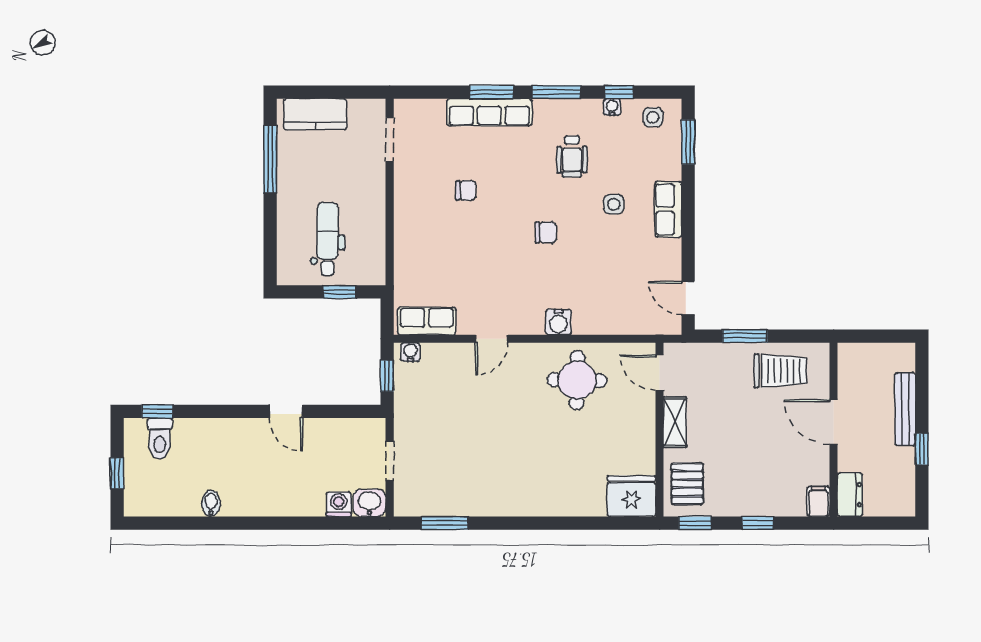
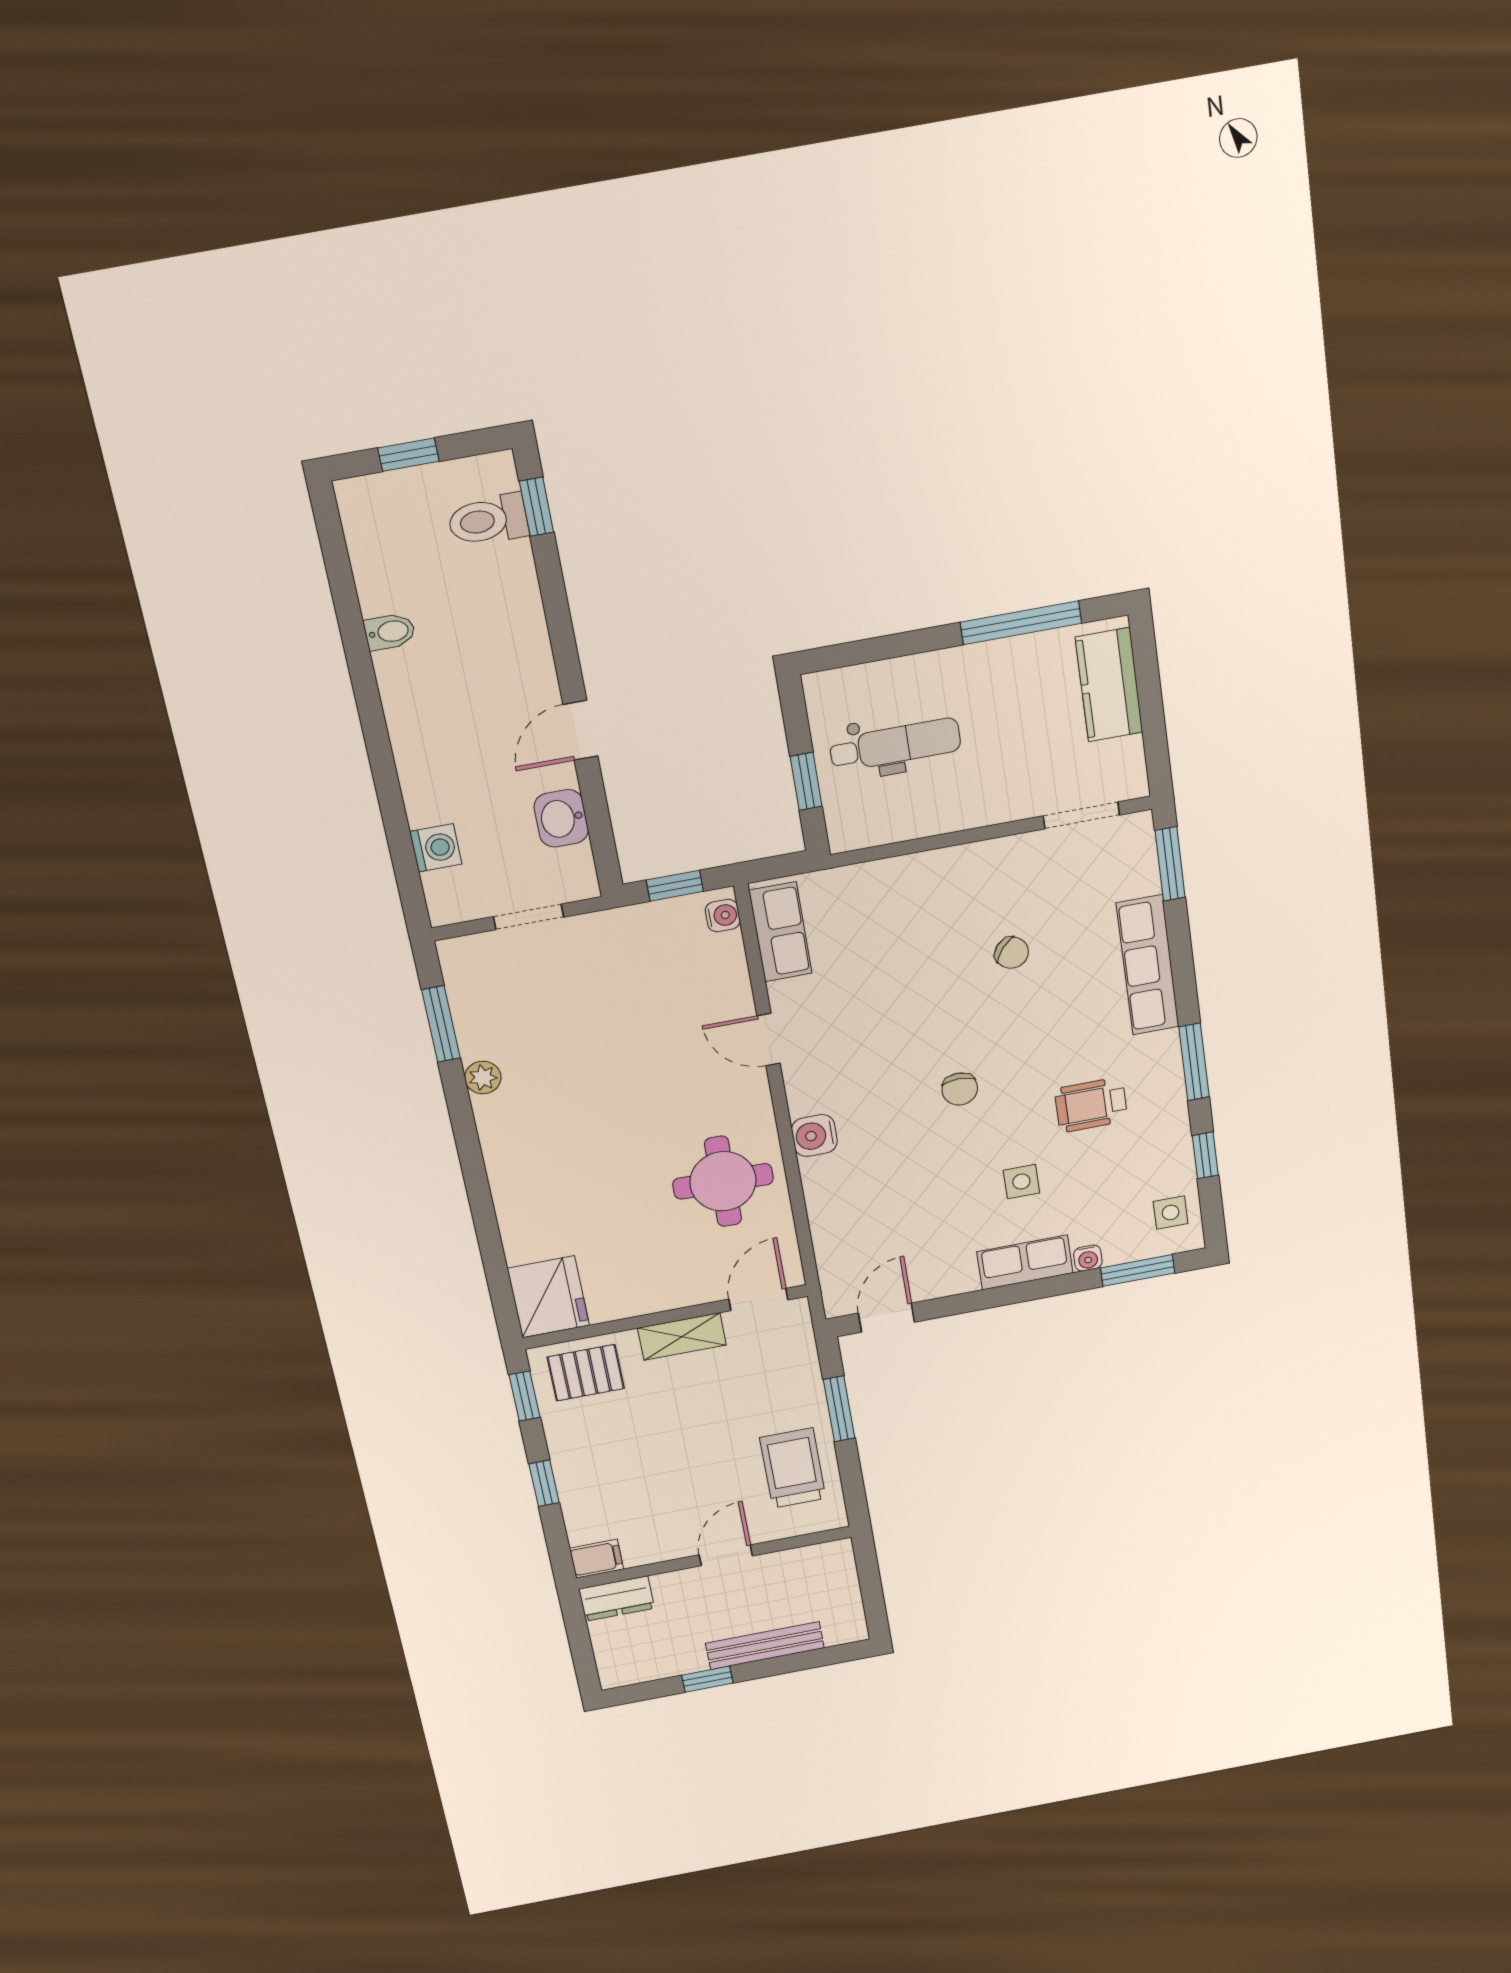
window: (491, 92) -> (1170, 864), moved
water cooler: (612, 107) -> (1088, 1258), moved, turned 90
chair: (466, 190) -> (1012, 953), turned -51
trolley: (780, 371) -> (793, 1468), turned 180
door: (834, 422) -> (726, 1555), width x0.73
washbasin: (369, 503) -> (561, 818), moved, turned 180
plant: (483, 506) -> (483, 1078), added

